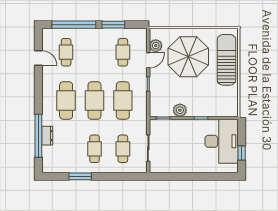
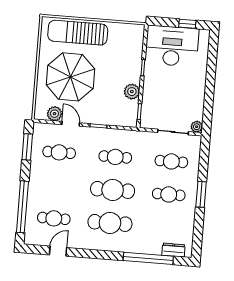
window: (113, 25) -> (27, 147), moved
cafe table: (123, 100) -> (115, 157), width x0.73, depth x0.74
dresser: (47, 136) -> (174, 250), moved
plant: (154, 168) -> (197, 127), added
window: (80, 176) -> (201, 194), moved

